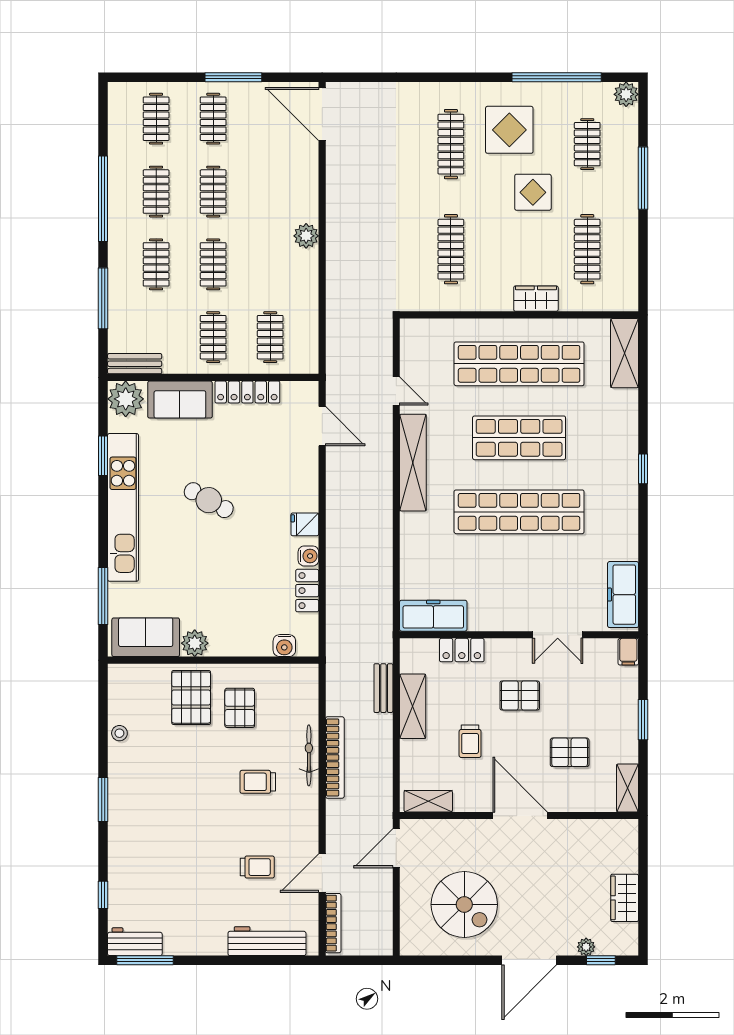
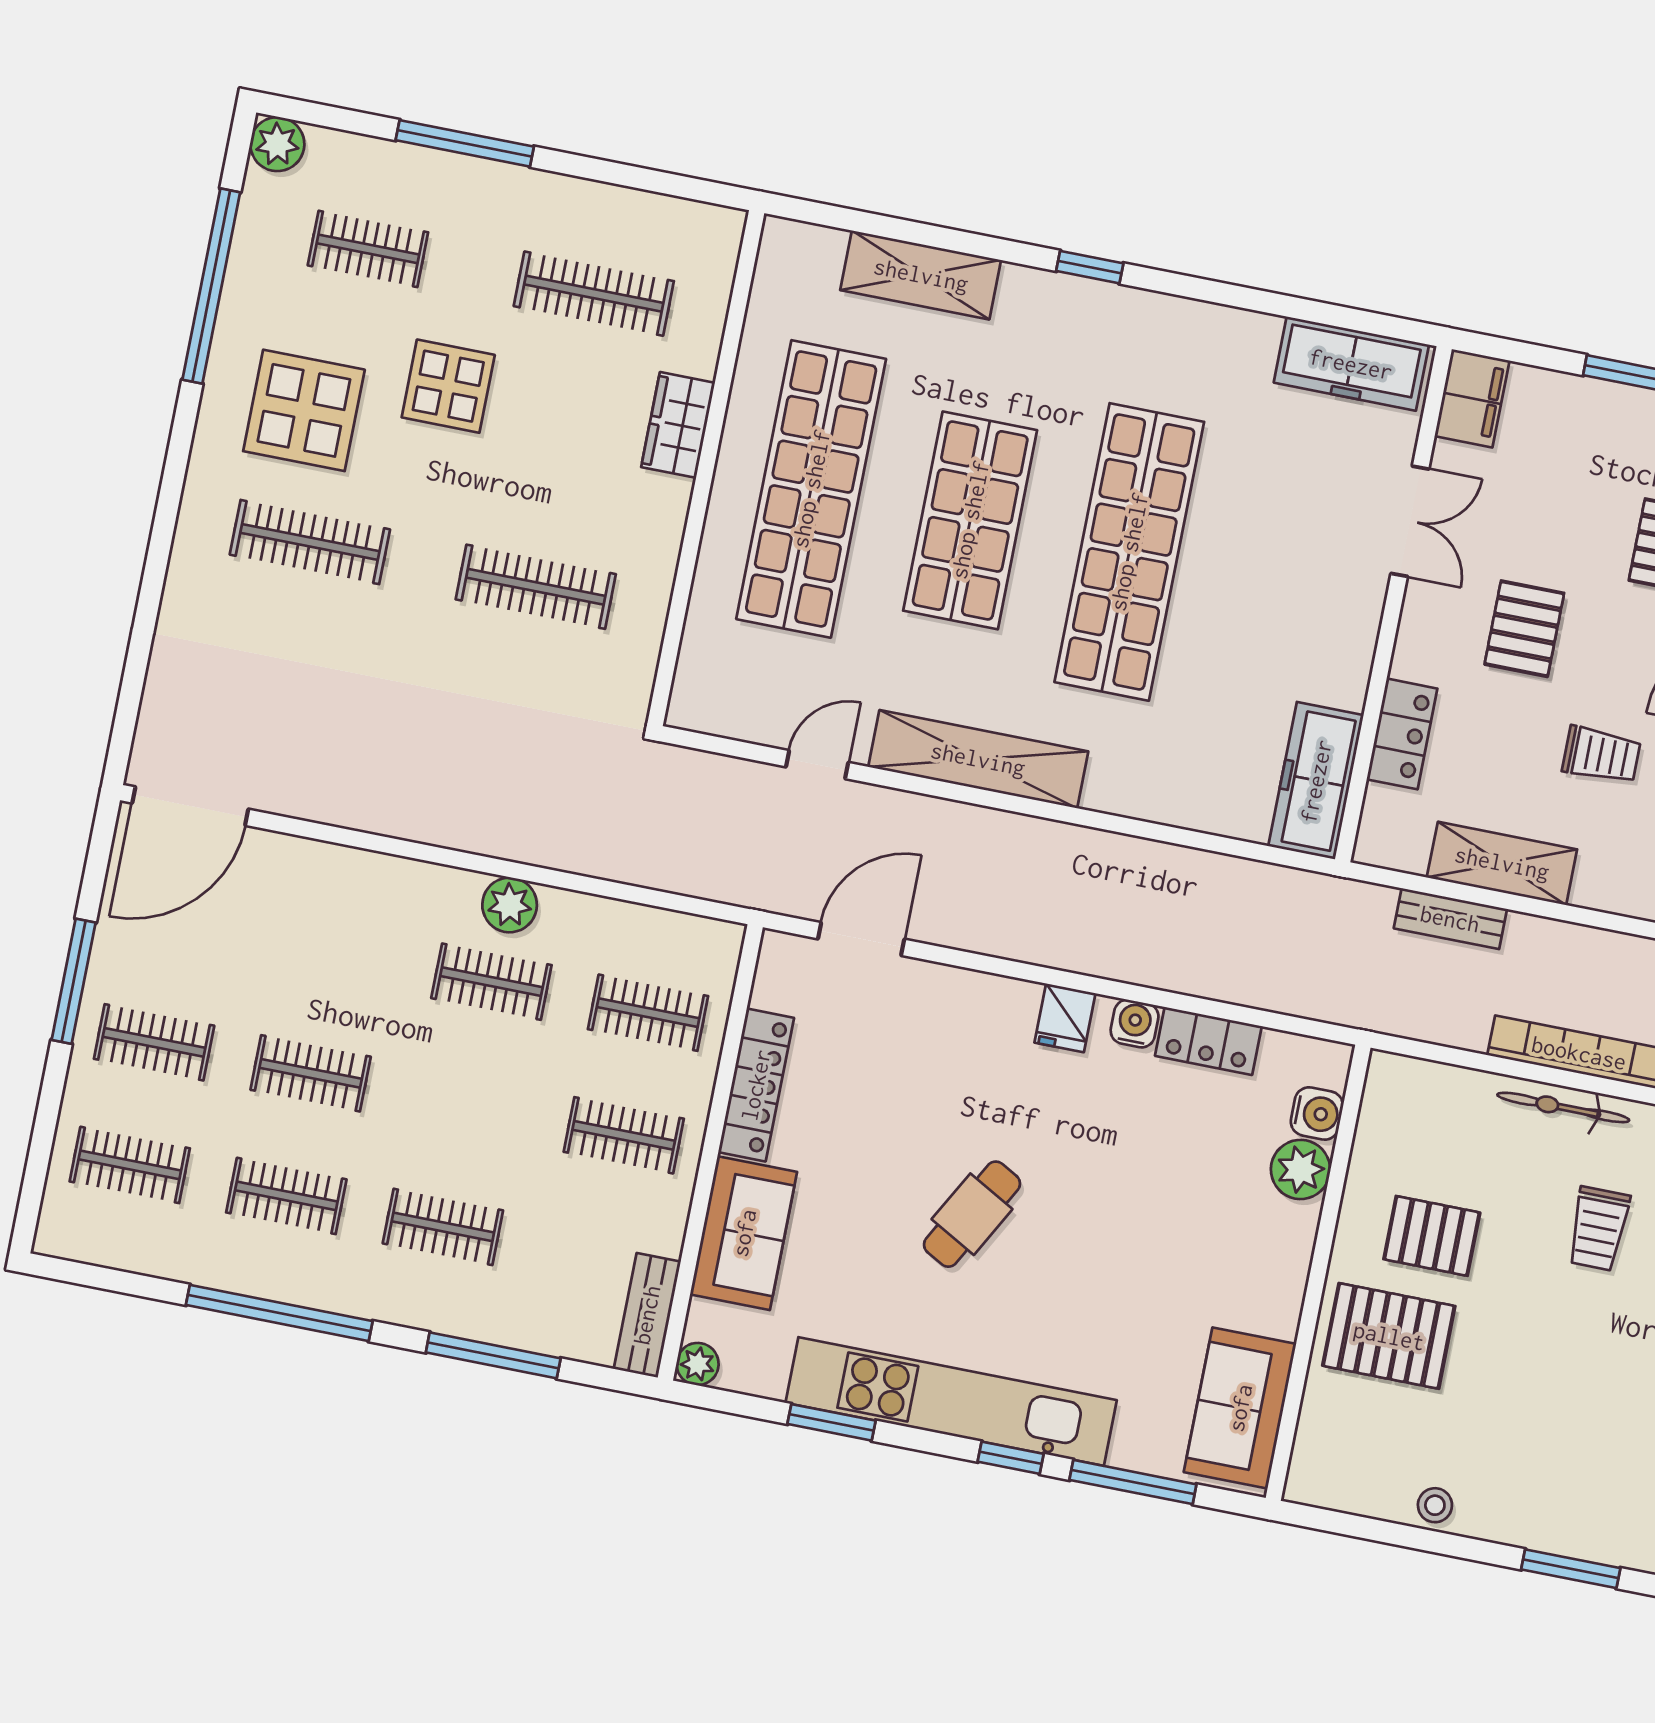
plant: (306, 236) -> (510, 905), moved
clothes rail: (213, 264) -> (491, 982), moved
shelving: (625, 353) -> (921, 275), moved
plant: (126, 399) -> (698, 1364), width x0.53, depth x0.53
window: (103, 539) -> (1011, 1458), added
plant: (195, 643) -> (1301, 1169), moved
filing cabinet: (628, 652) -> (1472, 398), width x2.00

